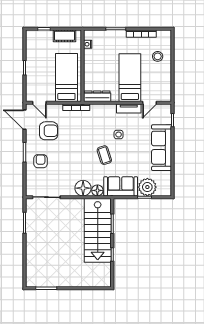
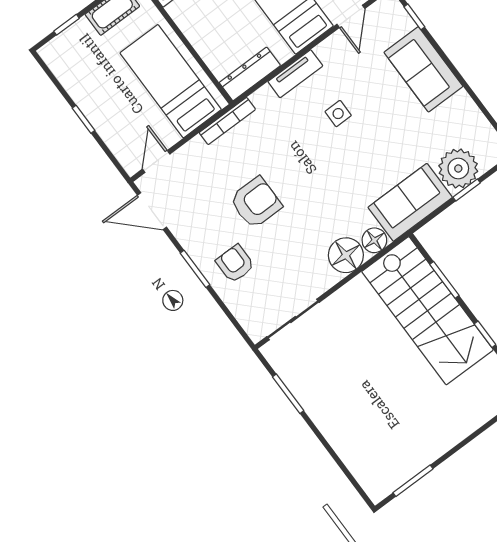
door: (39, 103) -> (156, 162), swing flipped
tv unit: (129, 108) -> (295, 74), moved
armchair: (49, 131) -> (256, 202), moved
sofa: (162, 148) -> (423, 69), width x0.73
coffee table: (104, 155) -> (340, 169), removed

